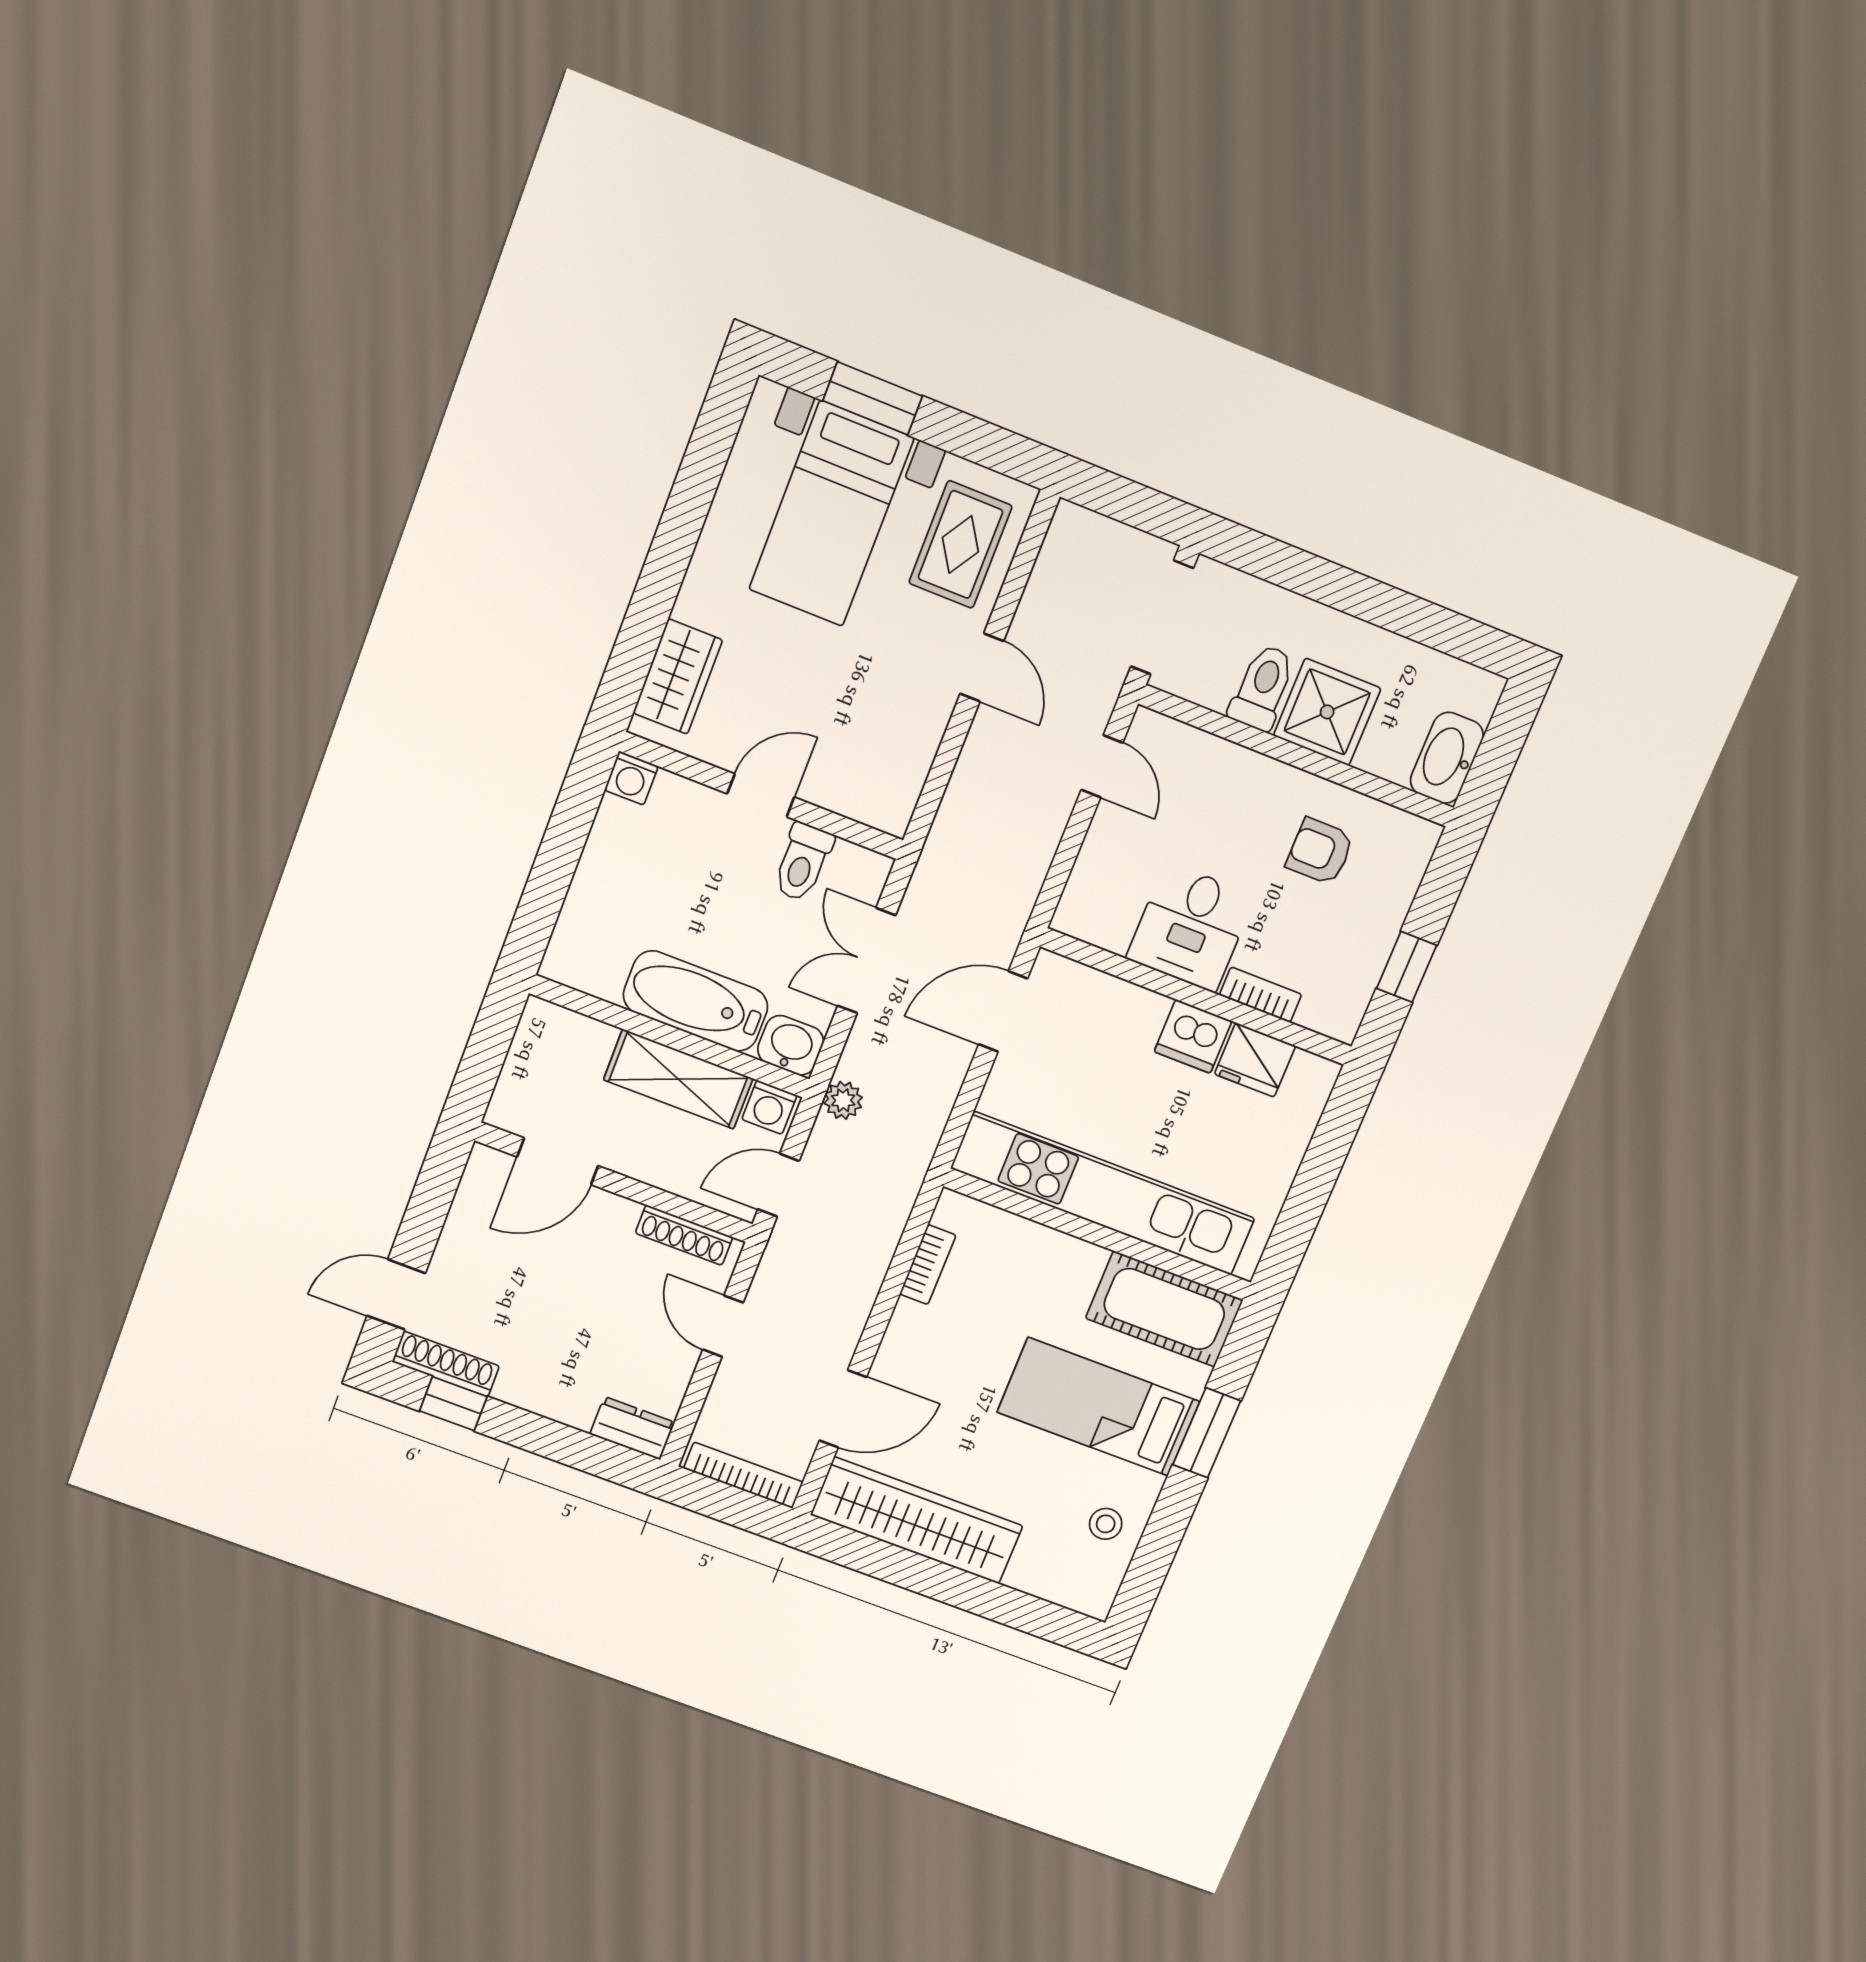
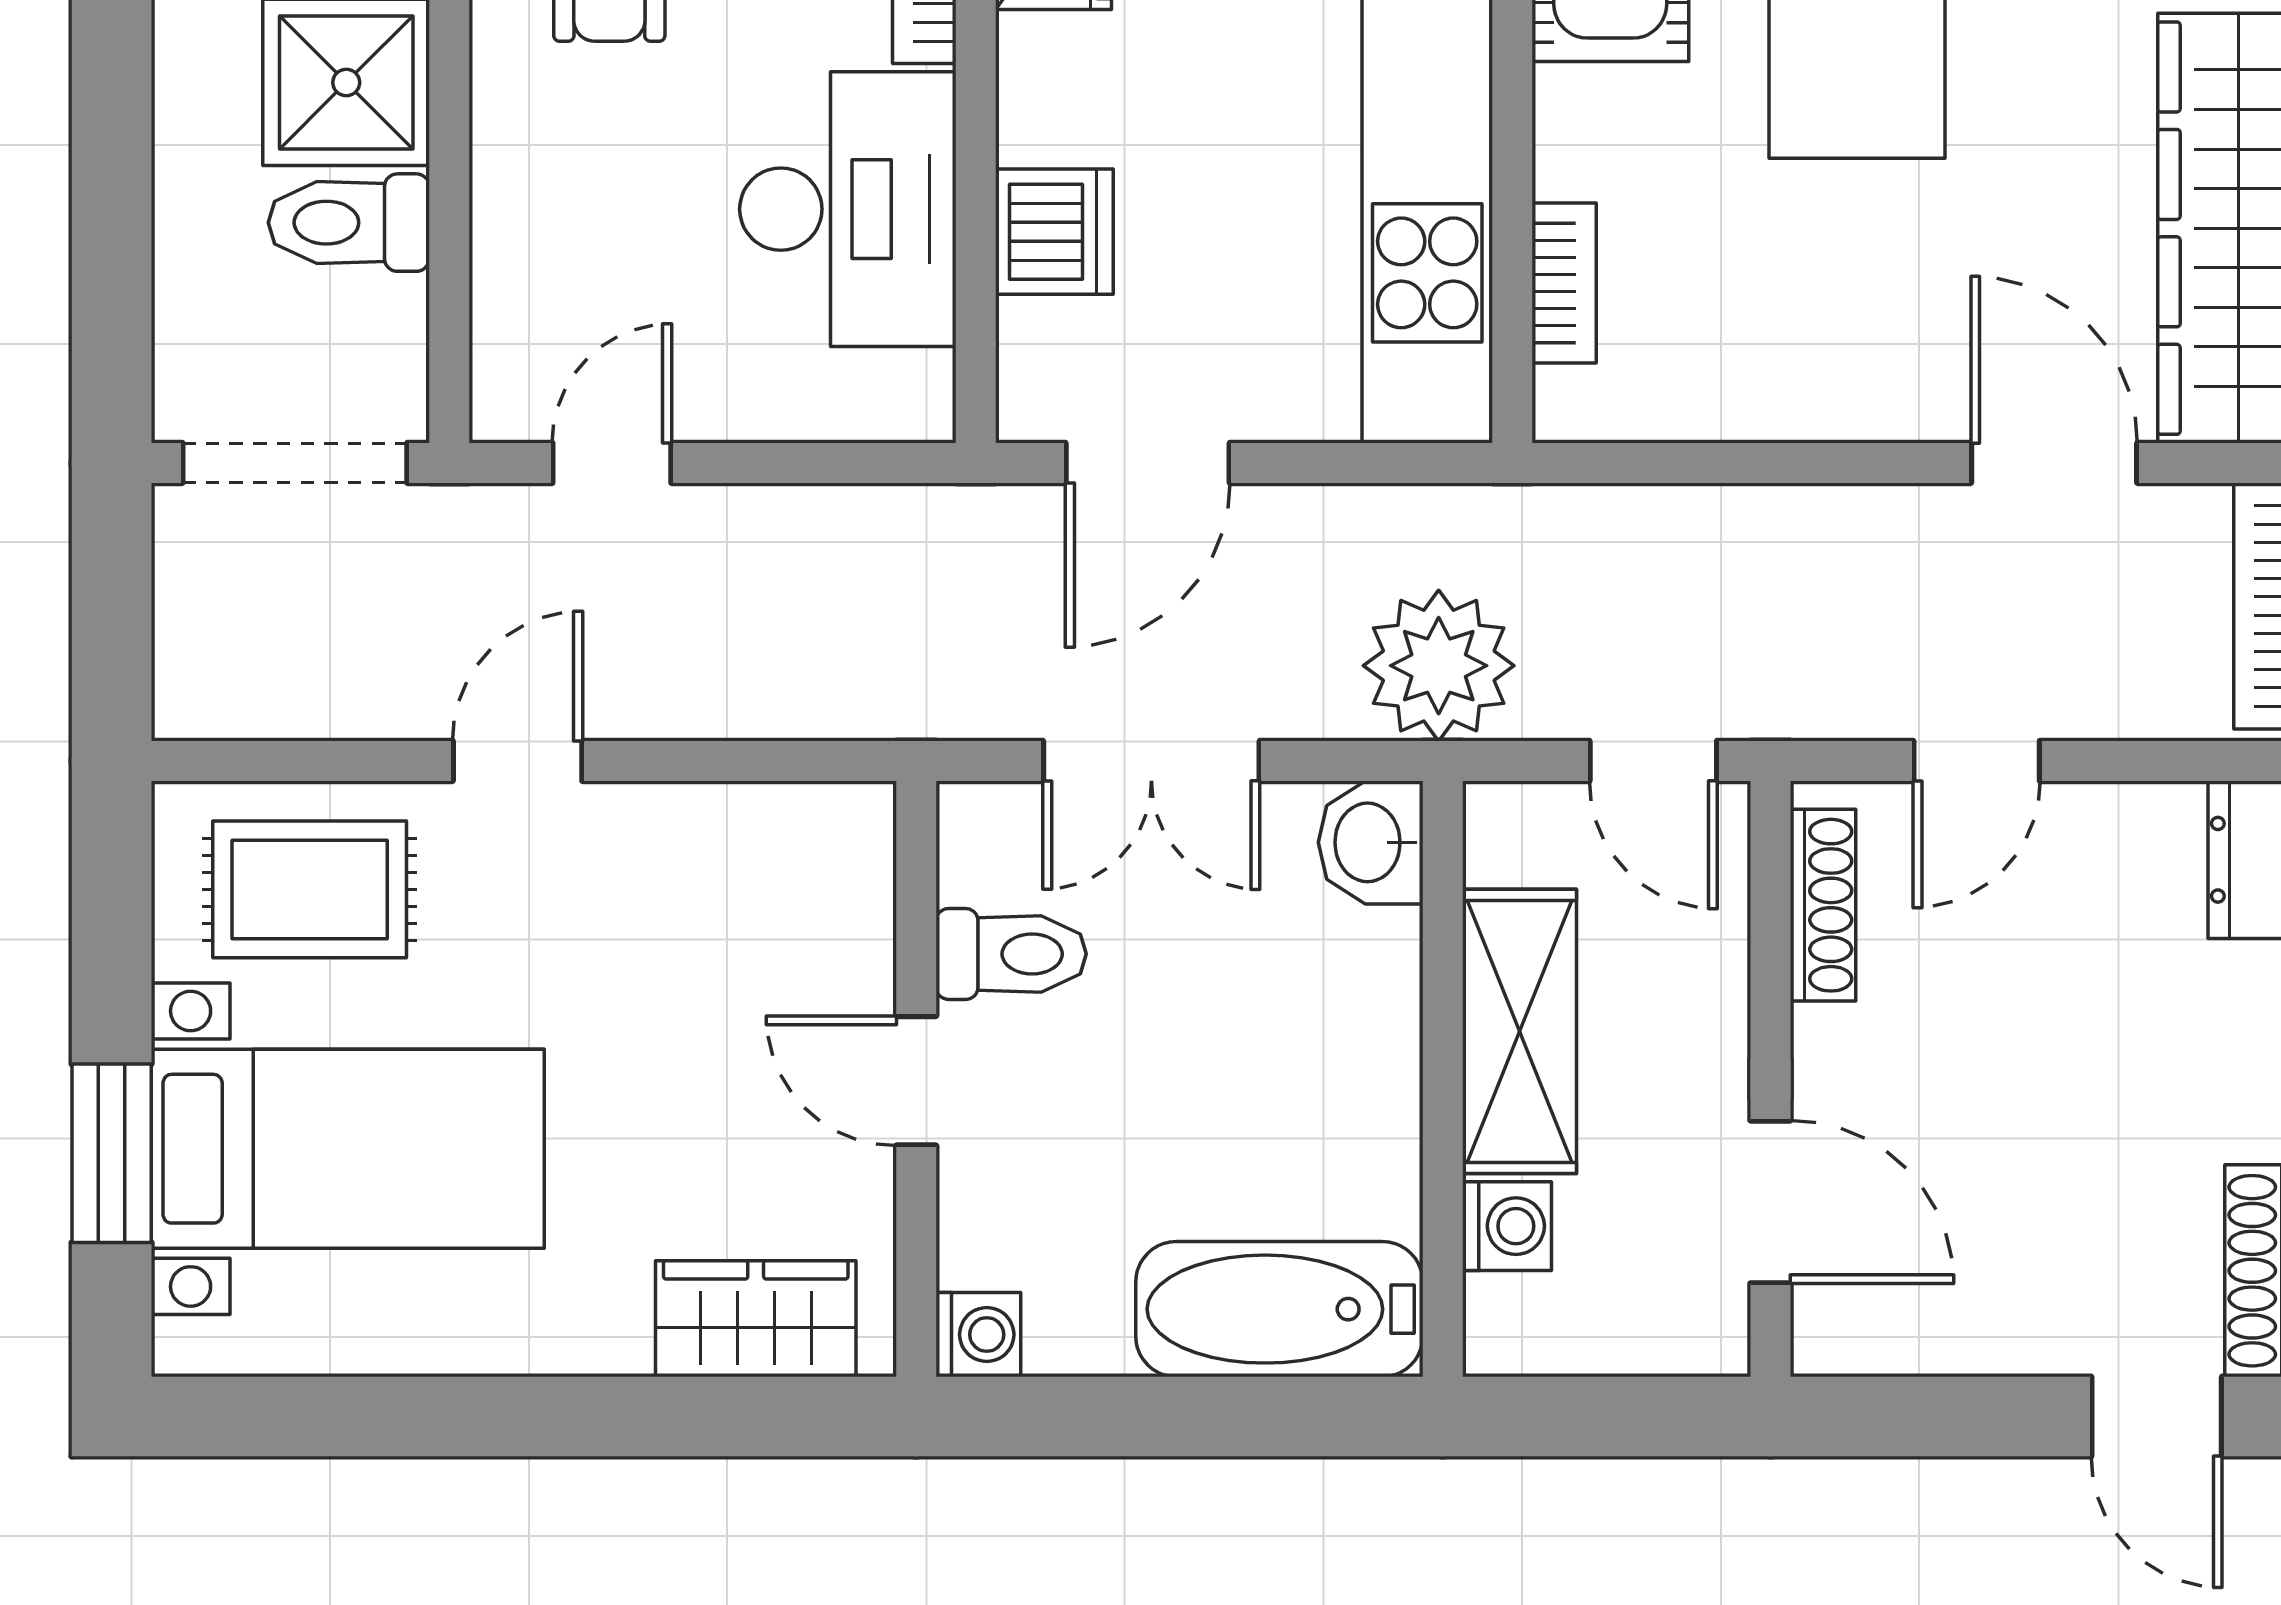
desk: (1191, 927) -> (848, 209), width x1.37
bathtub: (696, 1001) -> (1279, 1309), moved, turned 90
door: (1003, 1011) -> (1148, 463), hinge flipped
dishwasher: (1193, 1036) -> (1054, 232), moved
plant: (843, 1100) -> (1439, 666), width x1.88, depth x1.88
washing machine: (769, 1107) -> (1507, 1226), moved
bookcase: (928, 1265) -> (1564, 283), moved, turned 90

